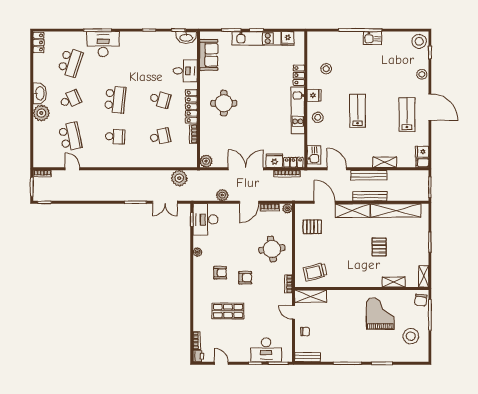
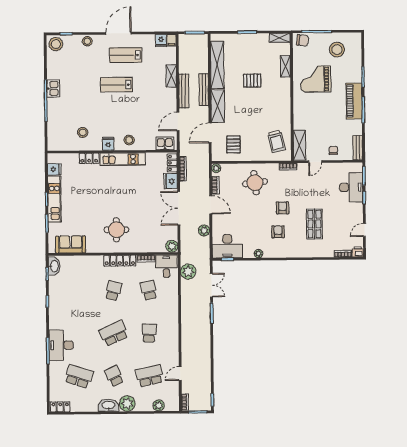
desk: (185, 71) -> (166, 266), moved
school desk: (115, 99) -> (114, 333), turned -30
lab bench: (358, 111) -> (116, 85), moved
plant: (39, 146) -> (159, 405), added
piano: (357, 354) -> (354, 101), added

